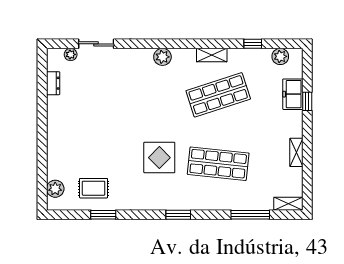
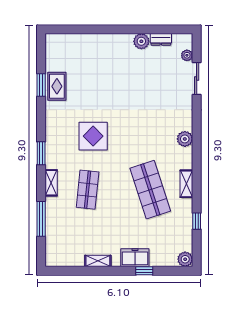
plant: (280, 56) -> (185, 259), moved
freezer: (293, 94) -> (135, 258), moved
shop shelf: (218, 164) -> (88, 190), width x0.70, depth x0.74
rug: (94, 188) -> (57, 86), moved
plant: (55, 189) -> (141, 41), moved
shelving: (288, 204) -> (51, 183), moved

